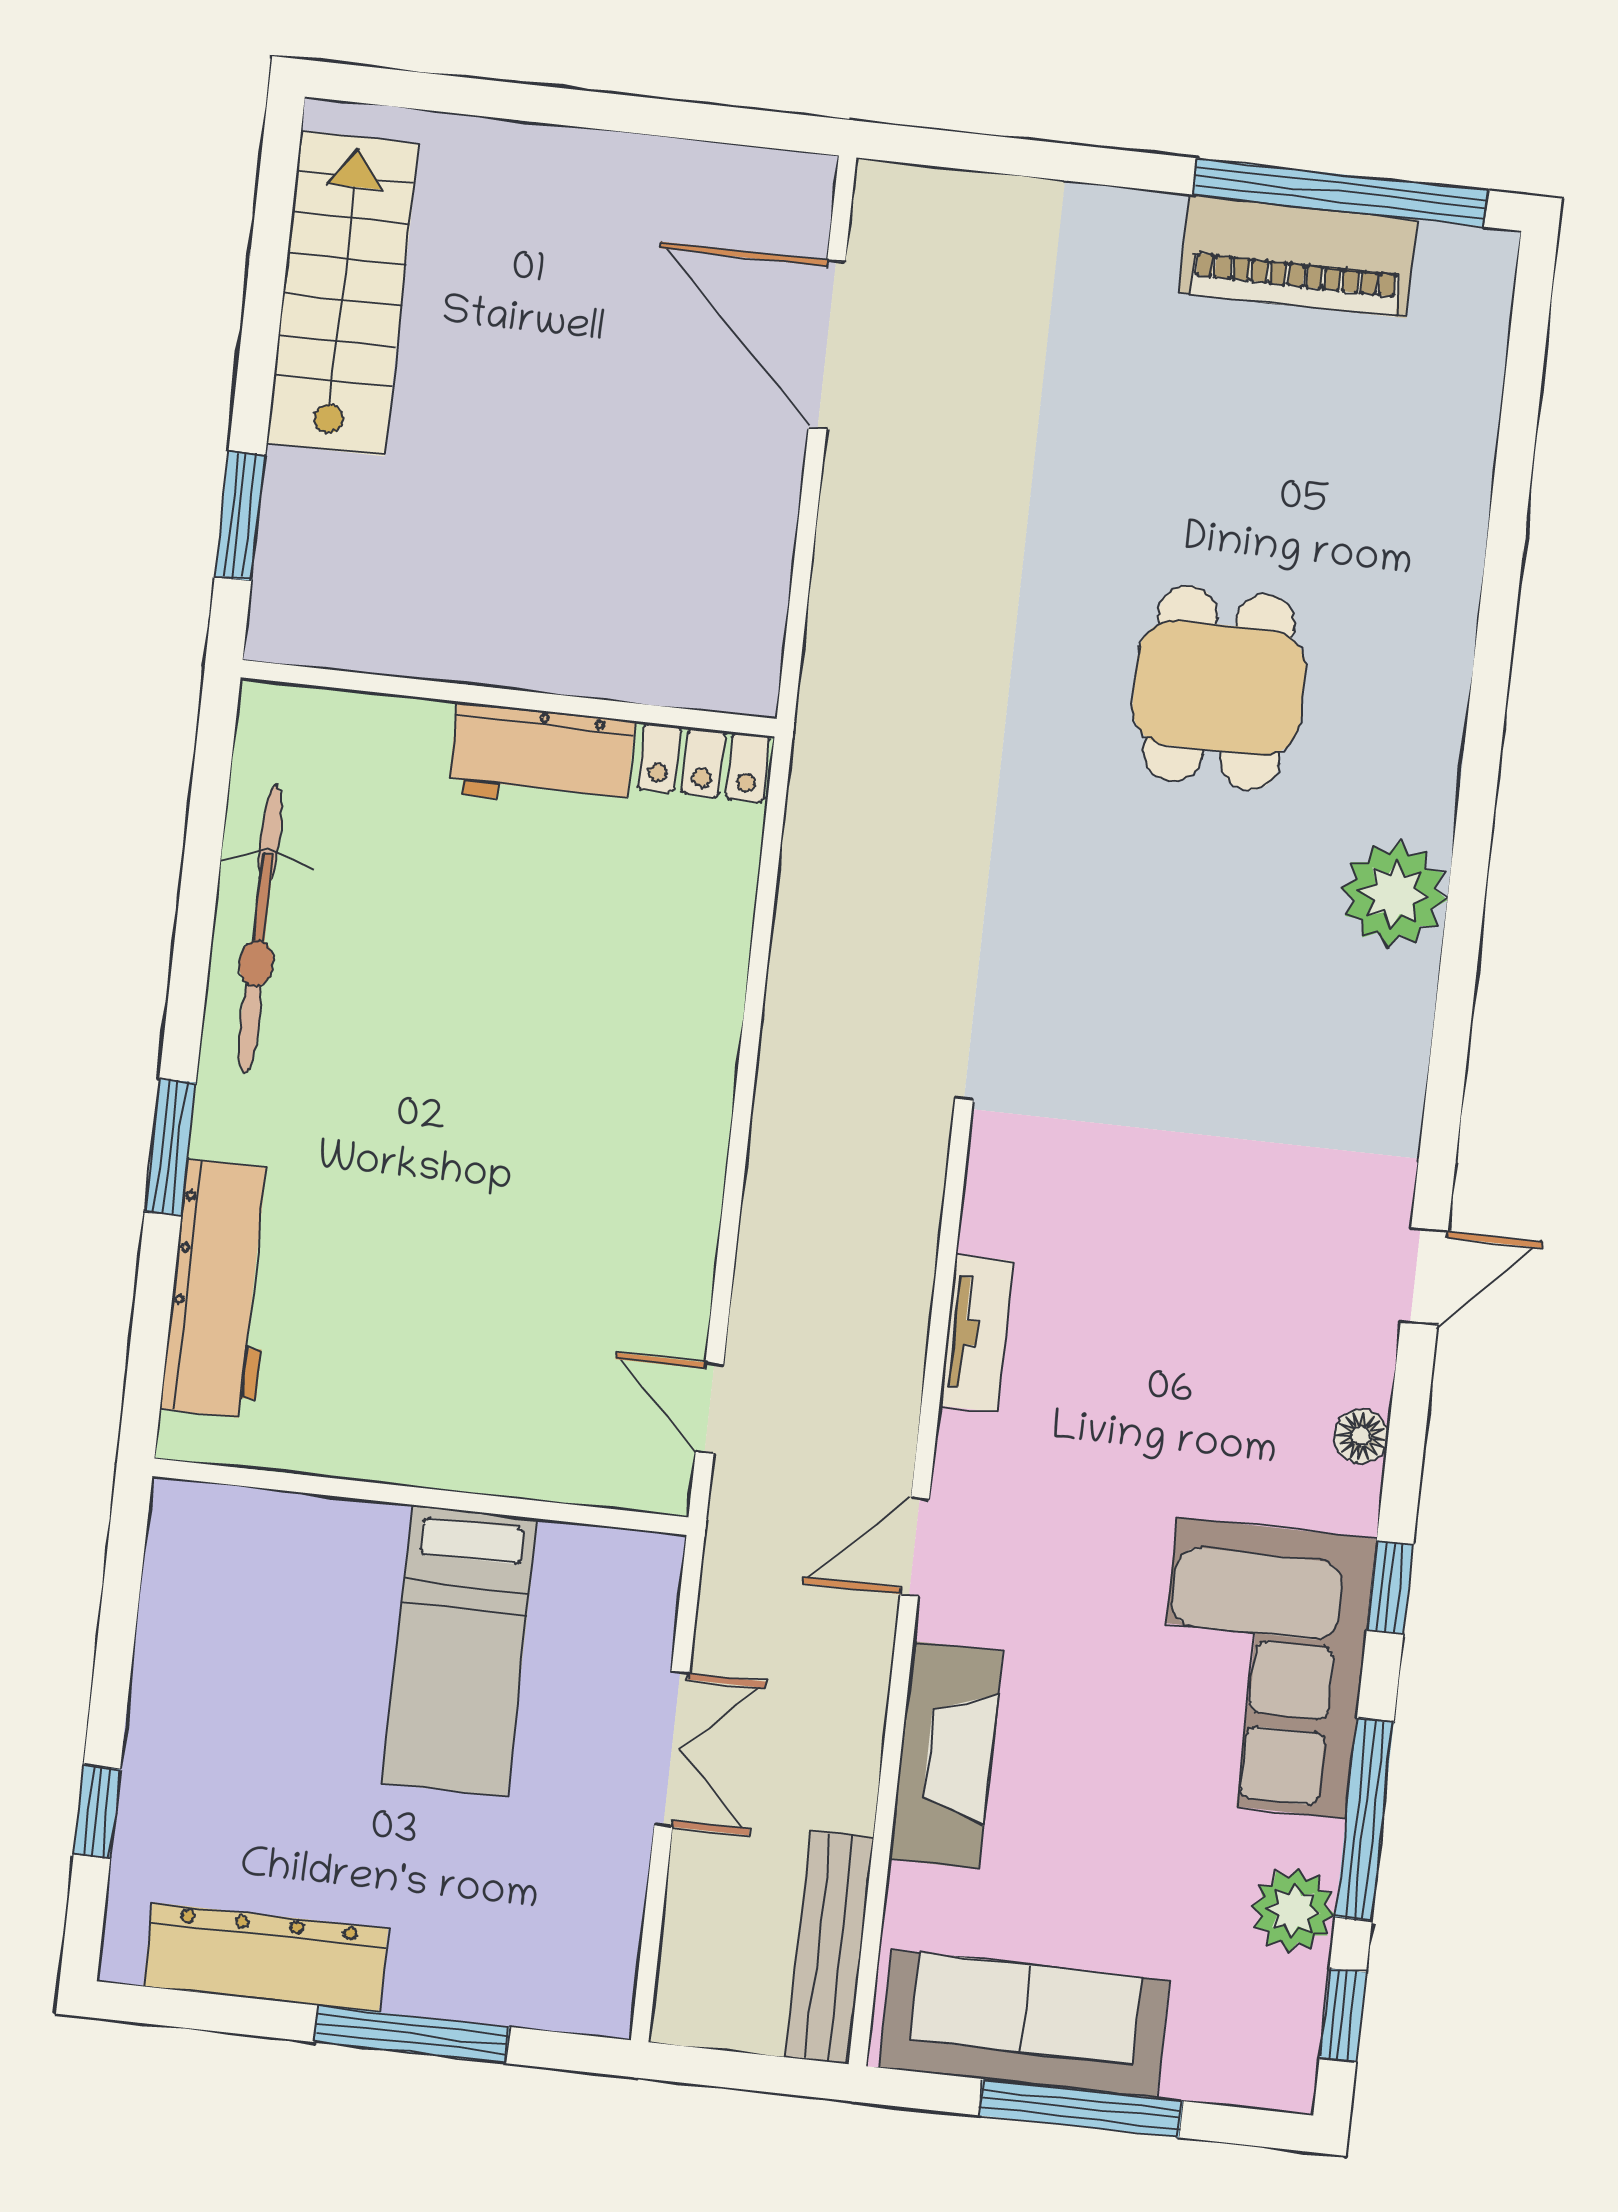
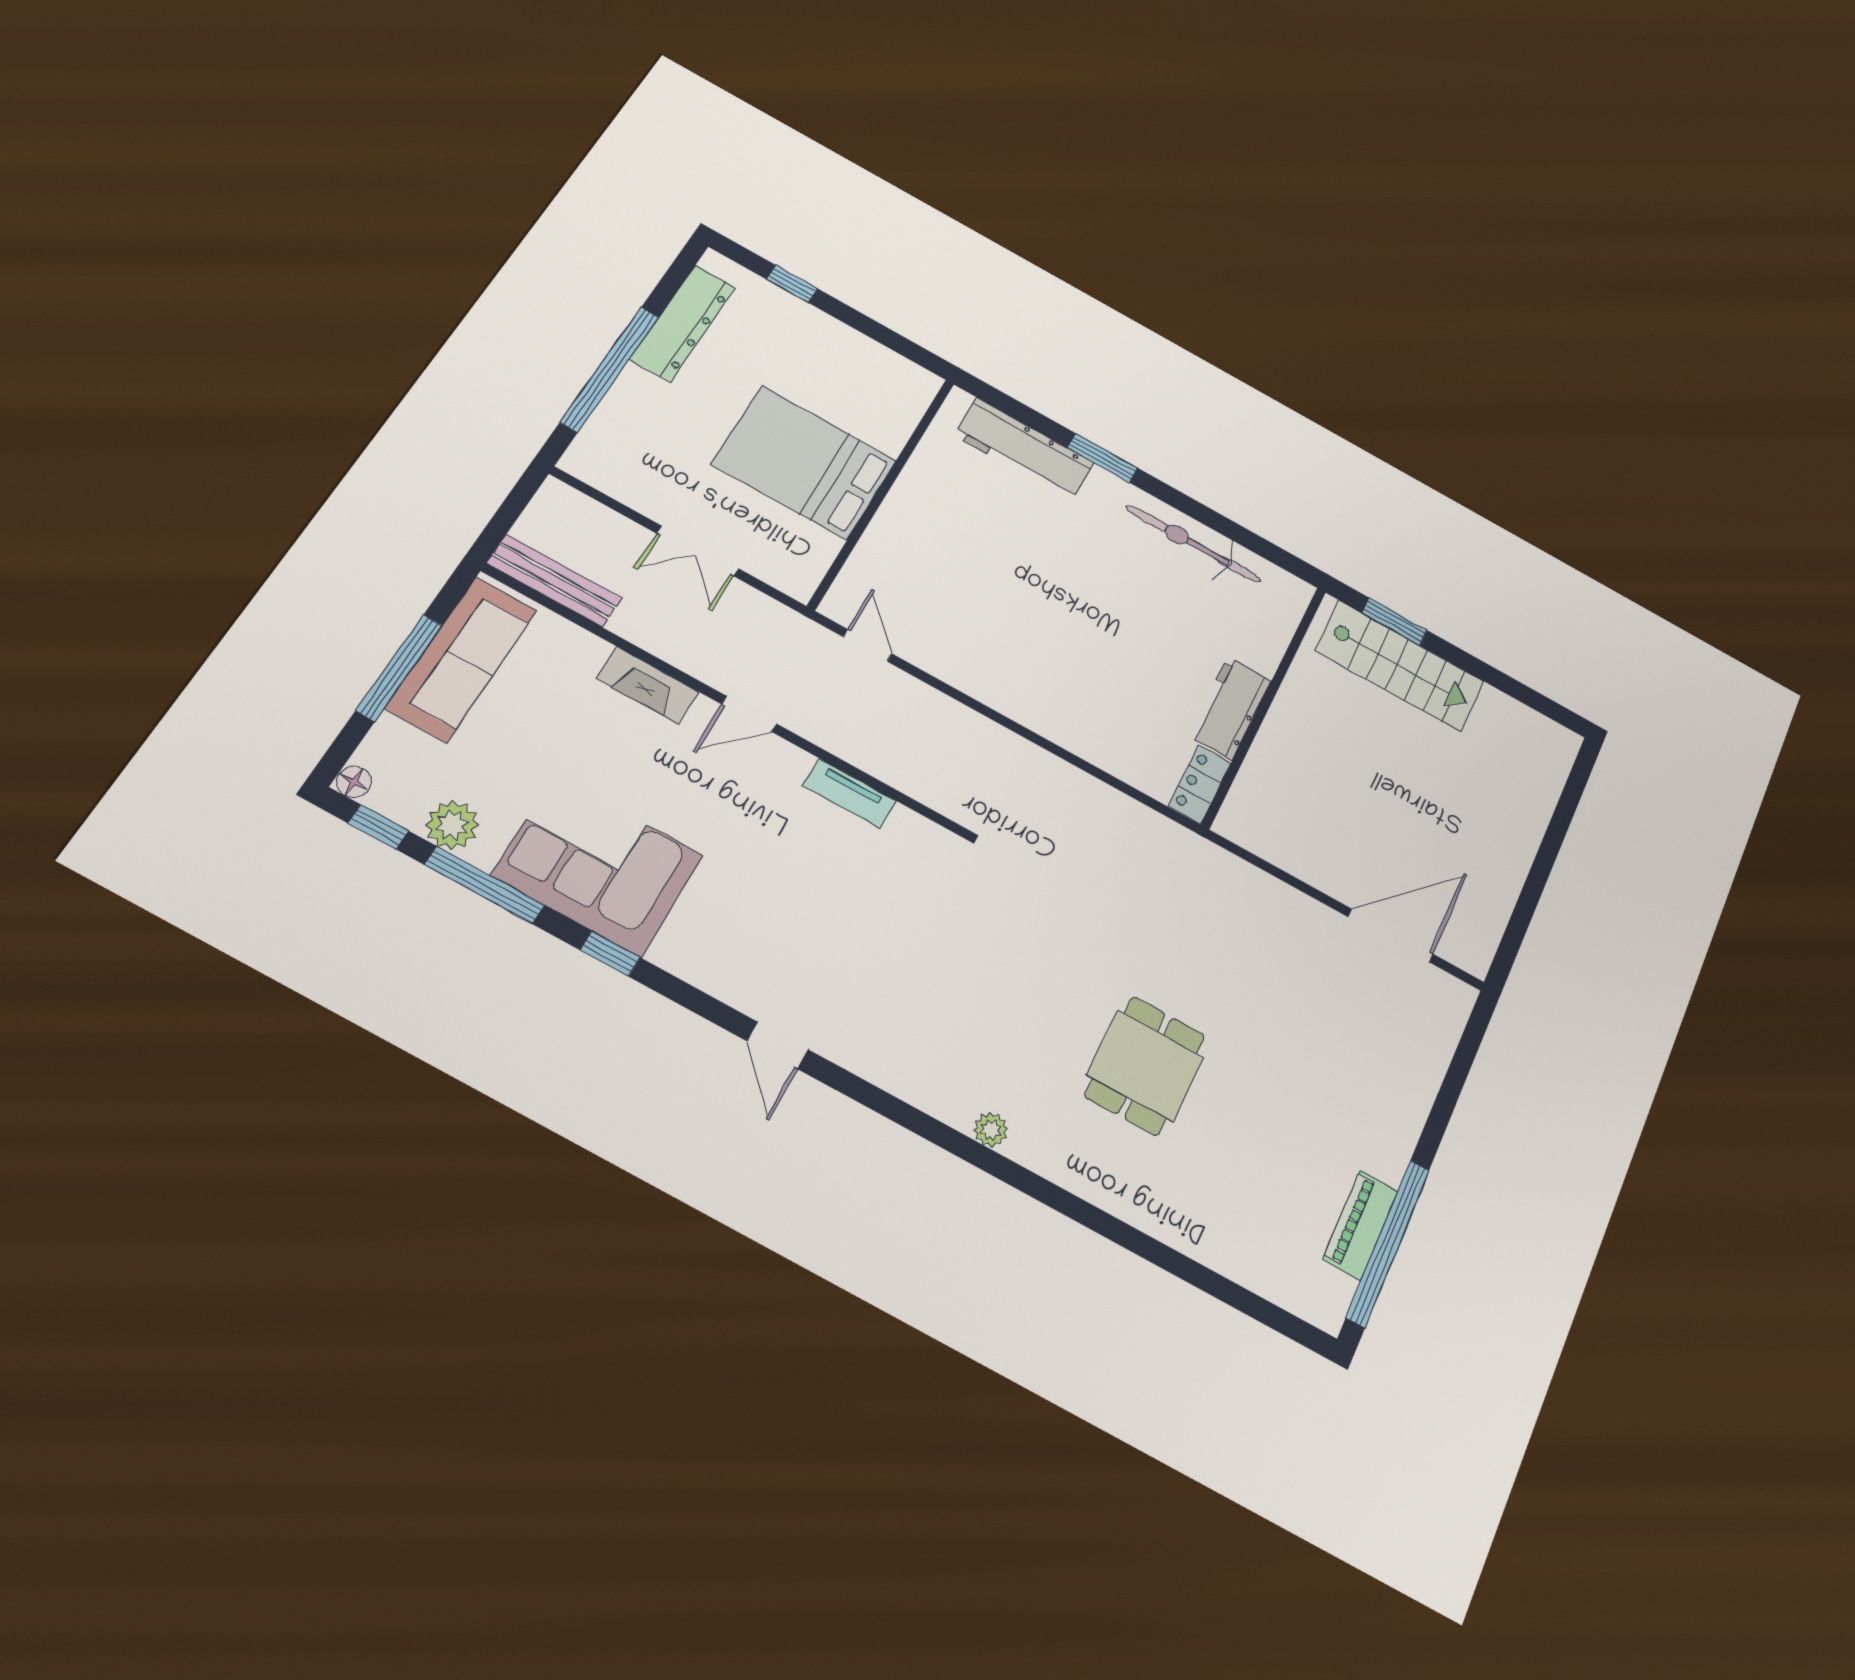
piano: (1298, 256) -> (1361, 1225), width x0.73, depth x0.75
stairs: (343, 293) -> (1400, 666), moved
dining table: (1219, 688) -> (1145, 1066), turned 90
plant: (1394, 894) -> (991, 1130), width x0.53, depth x0.53
door: (709, 1408) -> (867, 645), hinge flipped
floor lamp: (1361, 1436) -> (354, 782), moved
door: (915, 1546) -> (749, 714), swing flipped
bed: (460, 1651) -> (804, 462), width x1.50
fireplace: (946, 1755) -> (648, 685), width x0.73, depth x0.76
window: (412, 2034) -> (610, 369), width x1.46

